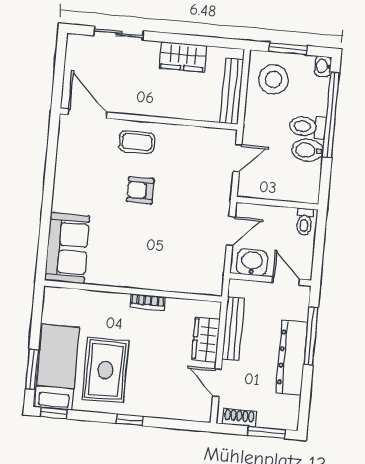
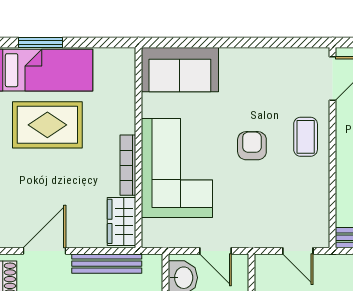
corner sofa: (154, 259) -> (177, 168), added
bookcase: (148, 302) -> (128, 165), width x1.56
wardrobe: (206, 339) -> (122, 221), moved, turned -90
door: (217, 383) -> (44, 251), width x1.38

